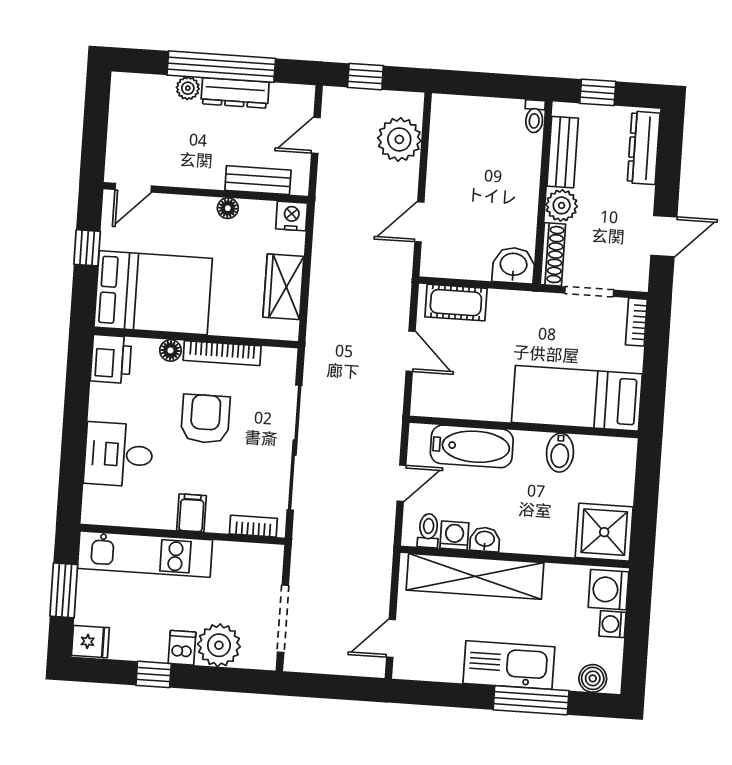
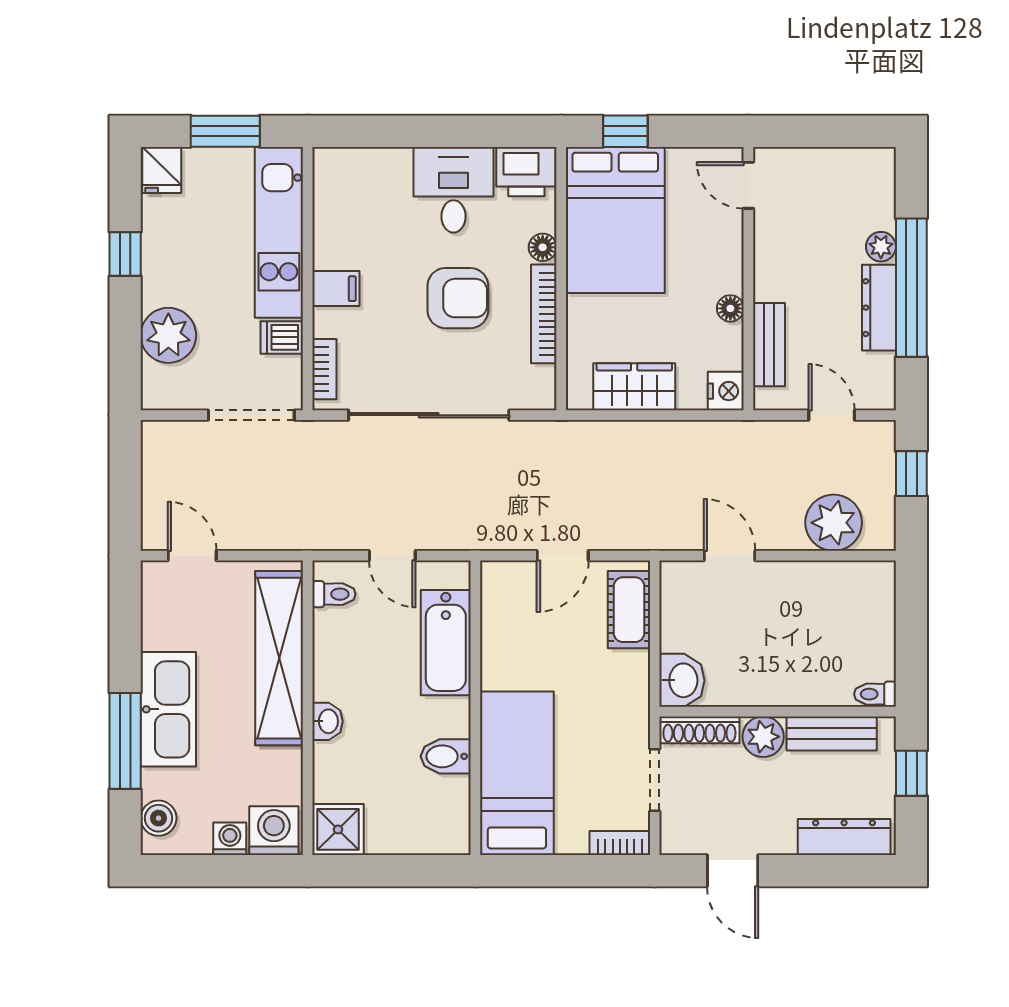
window: (87, 248) -> (625, 131), moved
desk: (119, 455) -> (453, 190), moved
shower: (604, 532) -> (338, 829), width x0.73, depth x0.73
washing machine: (454, 535) -> (330, 628), removed
washbasin: (485, 539) -> (327, 721), moved
doorway: (283, 619) -> (251, 415), moved
dishwasher: (182, 648) -> (282, 337), moved, turned 180

